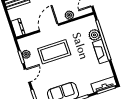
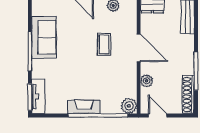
plant: (94, 35) -> (129, 106), moved
coffee table: (54, 52) -> (104, 44), width x0.54, depth x0.58

